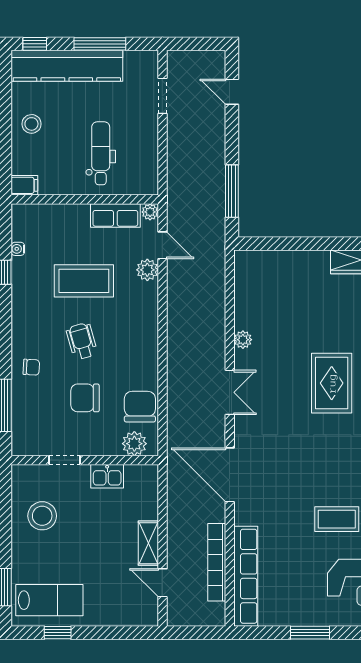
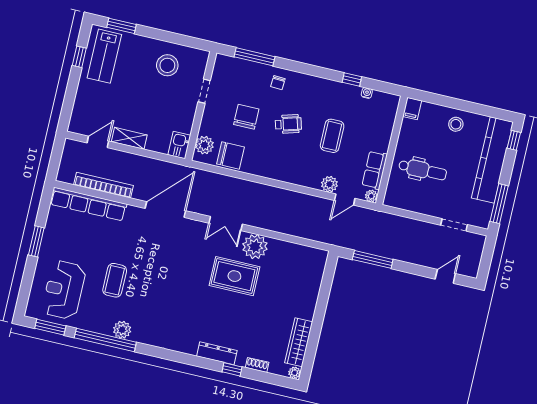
window: (100, 44) -> (499, 204), moved
coffee table: (84, 281) -> (332, 136), width x0.73, depth x0.76
plant: (243, 340) -> (255, 247), width x1.87, depth x1.87
rug: (332, 383) -> (234, 276), moved
kitchen sink: (107, 476) -> (179, 145), moved

